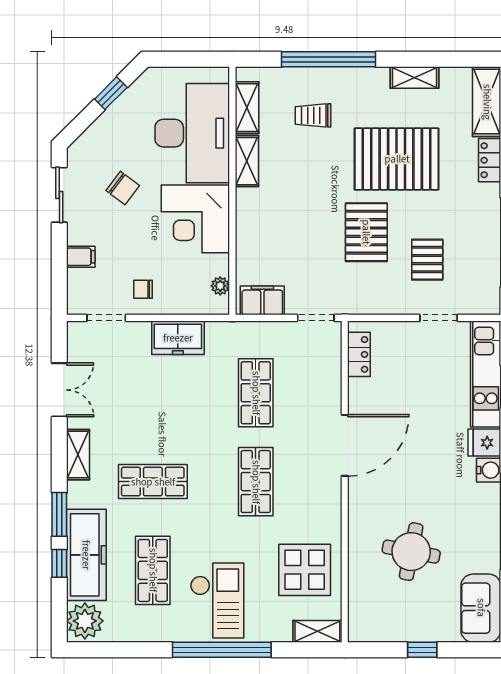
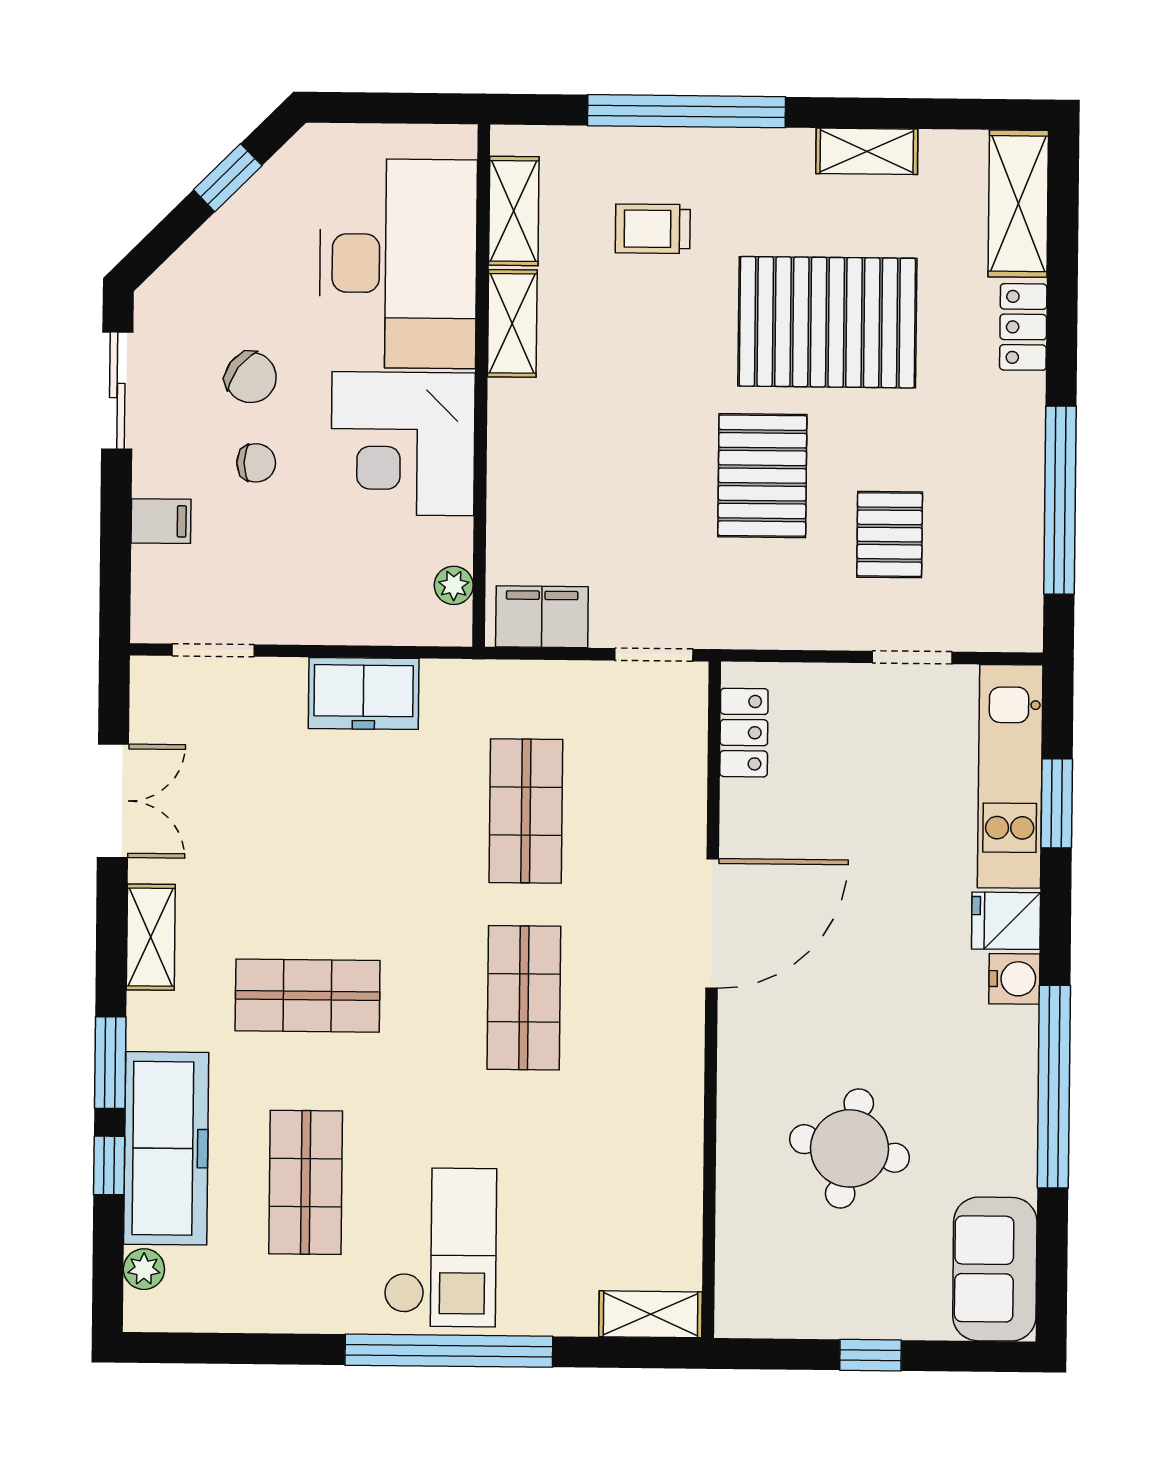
chair: (143, 289) -> (256, 463), moved, turned 180
display table: (305, 570) -> (625, 1184), removed
plant: (85, 621) -> (144, 1269), width x0.53, depth x0.53

